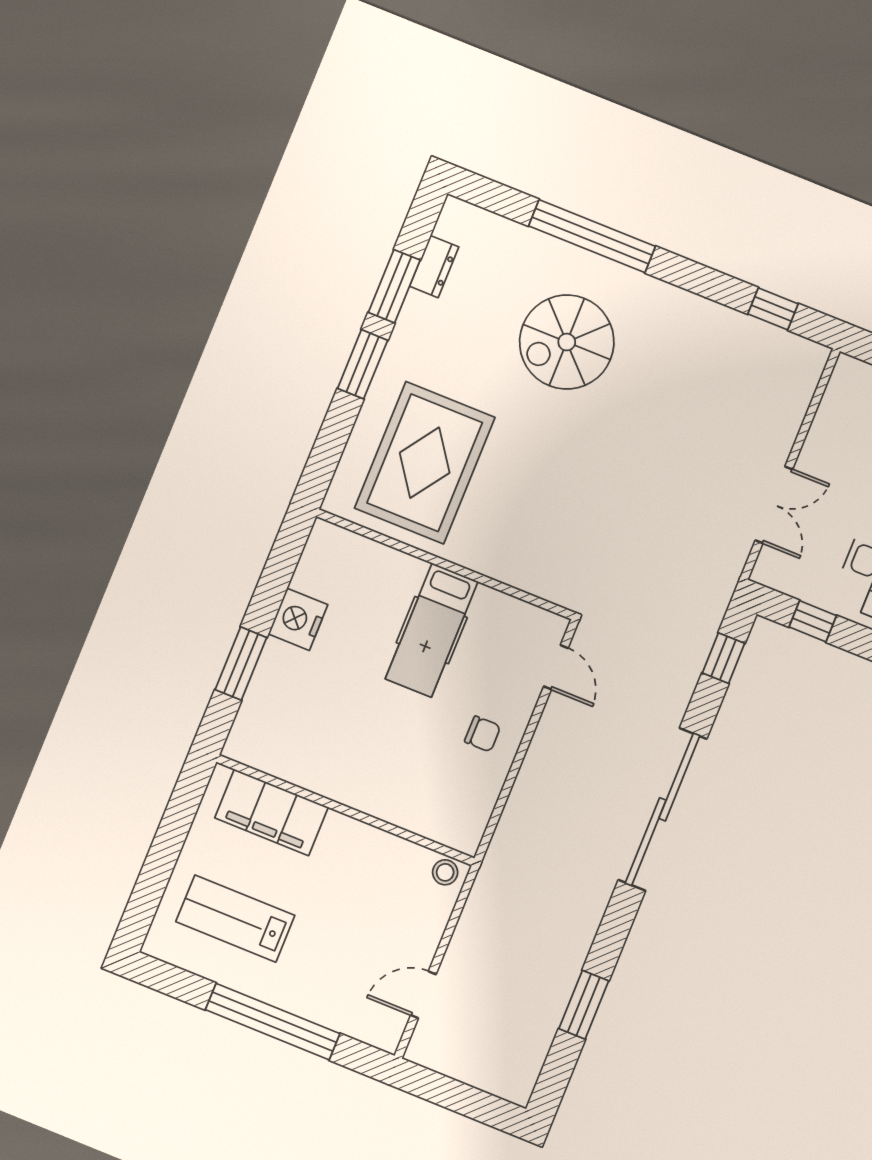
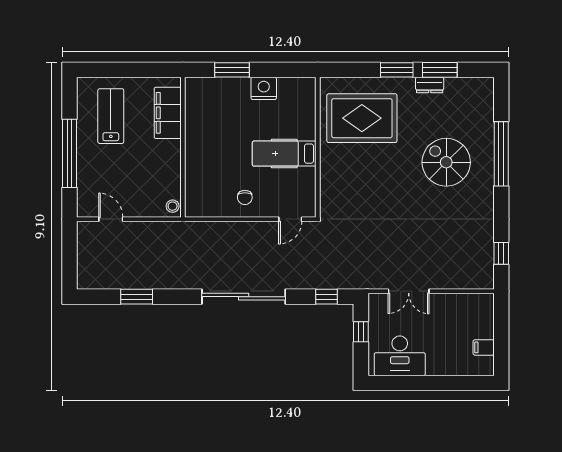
dresser: (434, 267) -> (430, 85), moved

